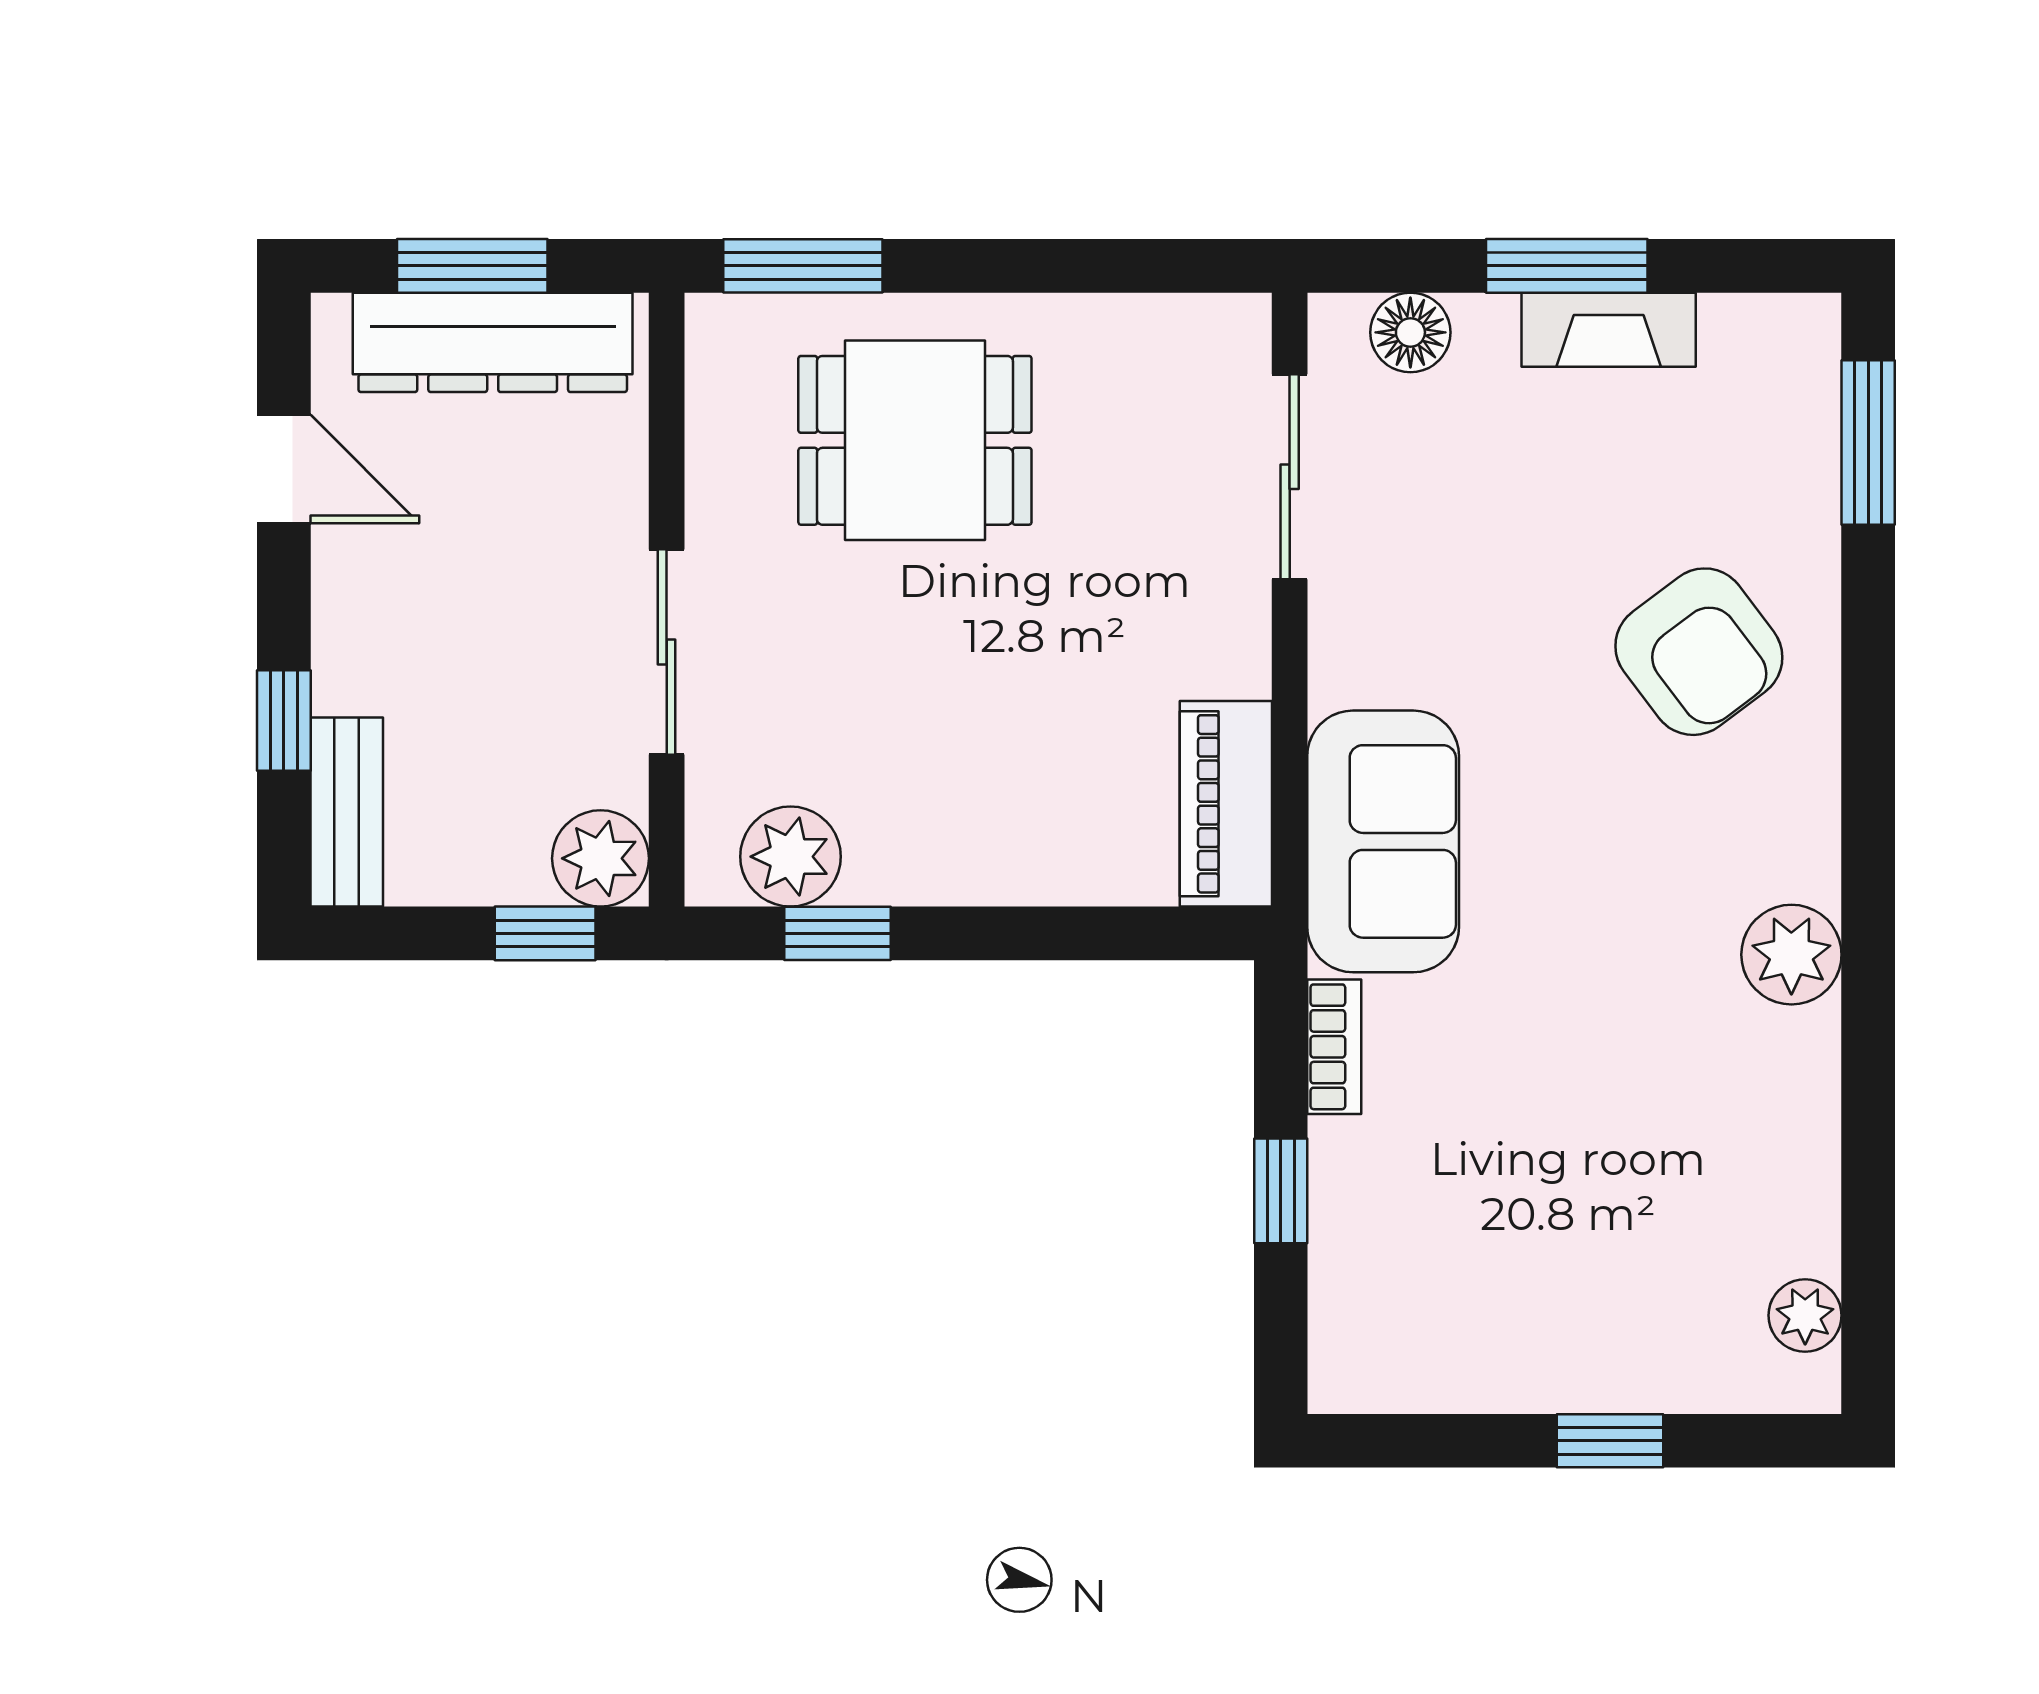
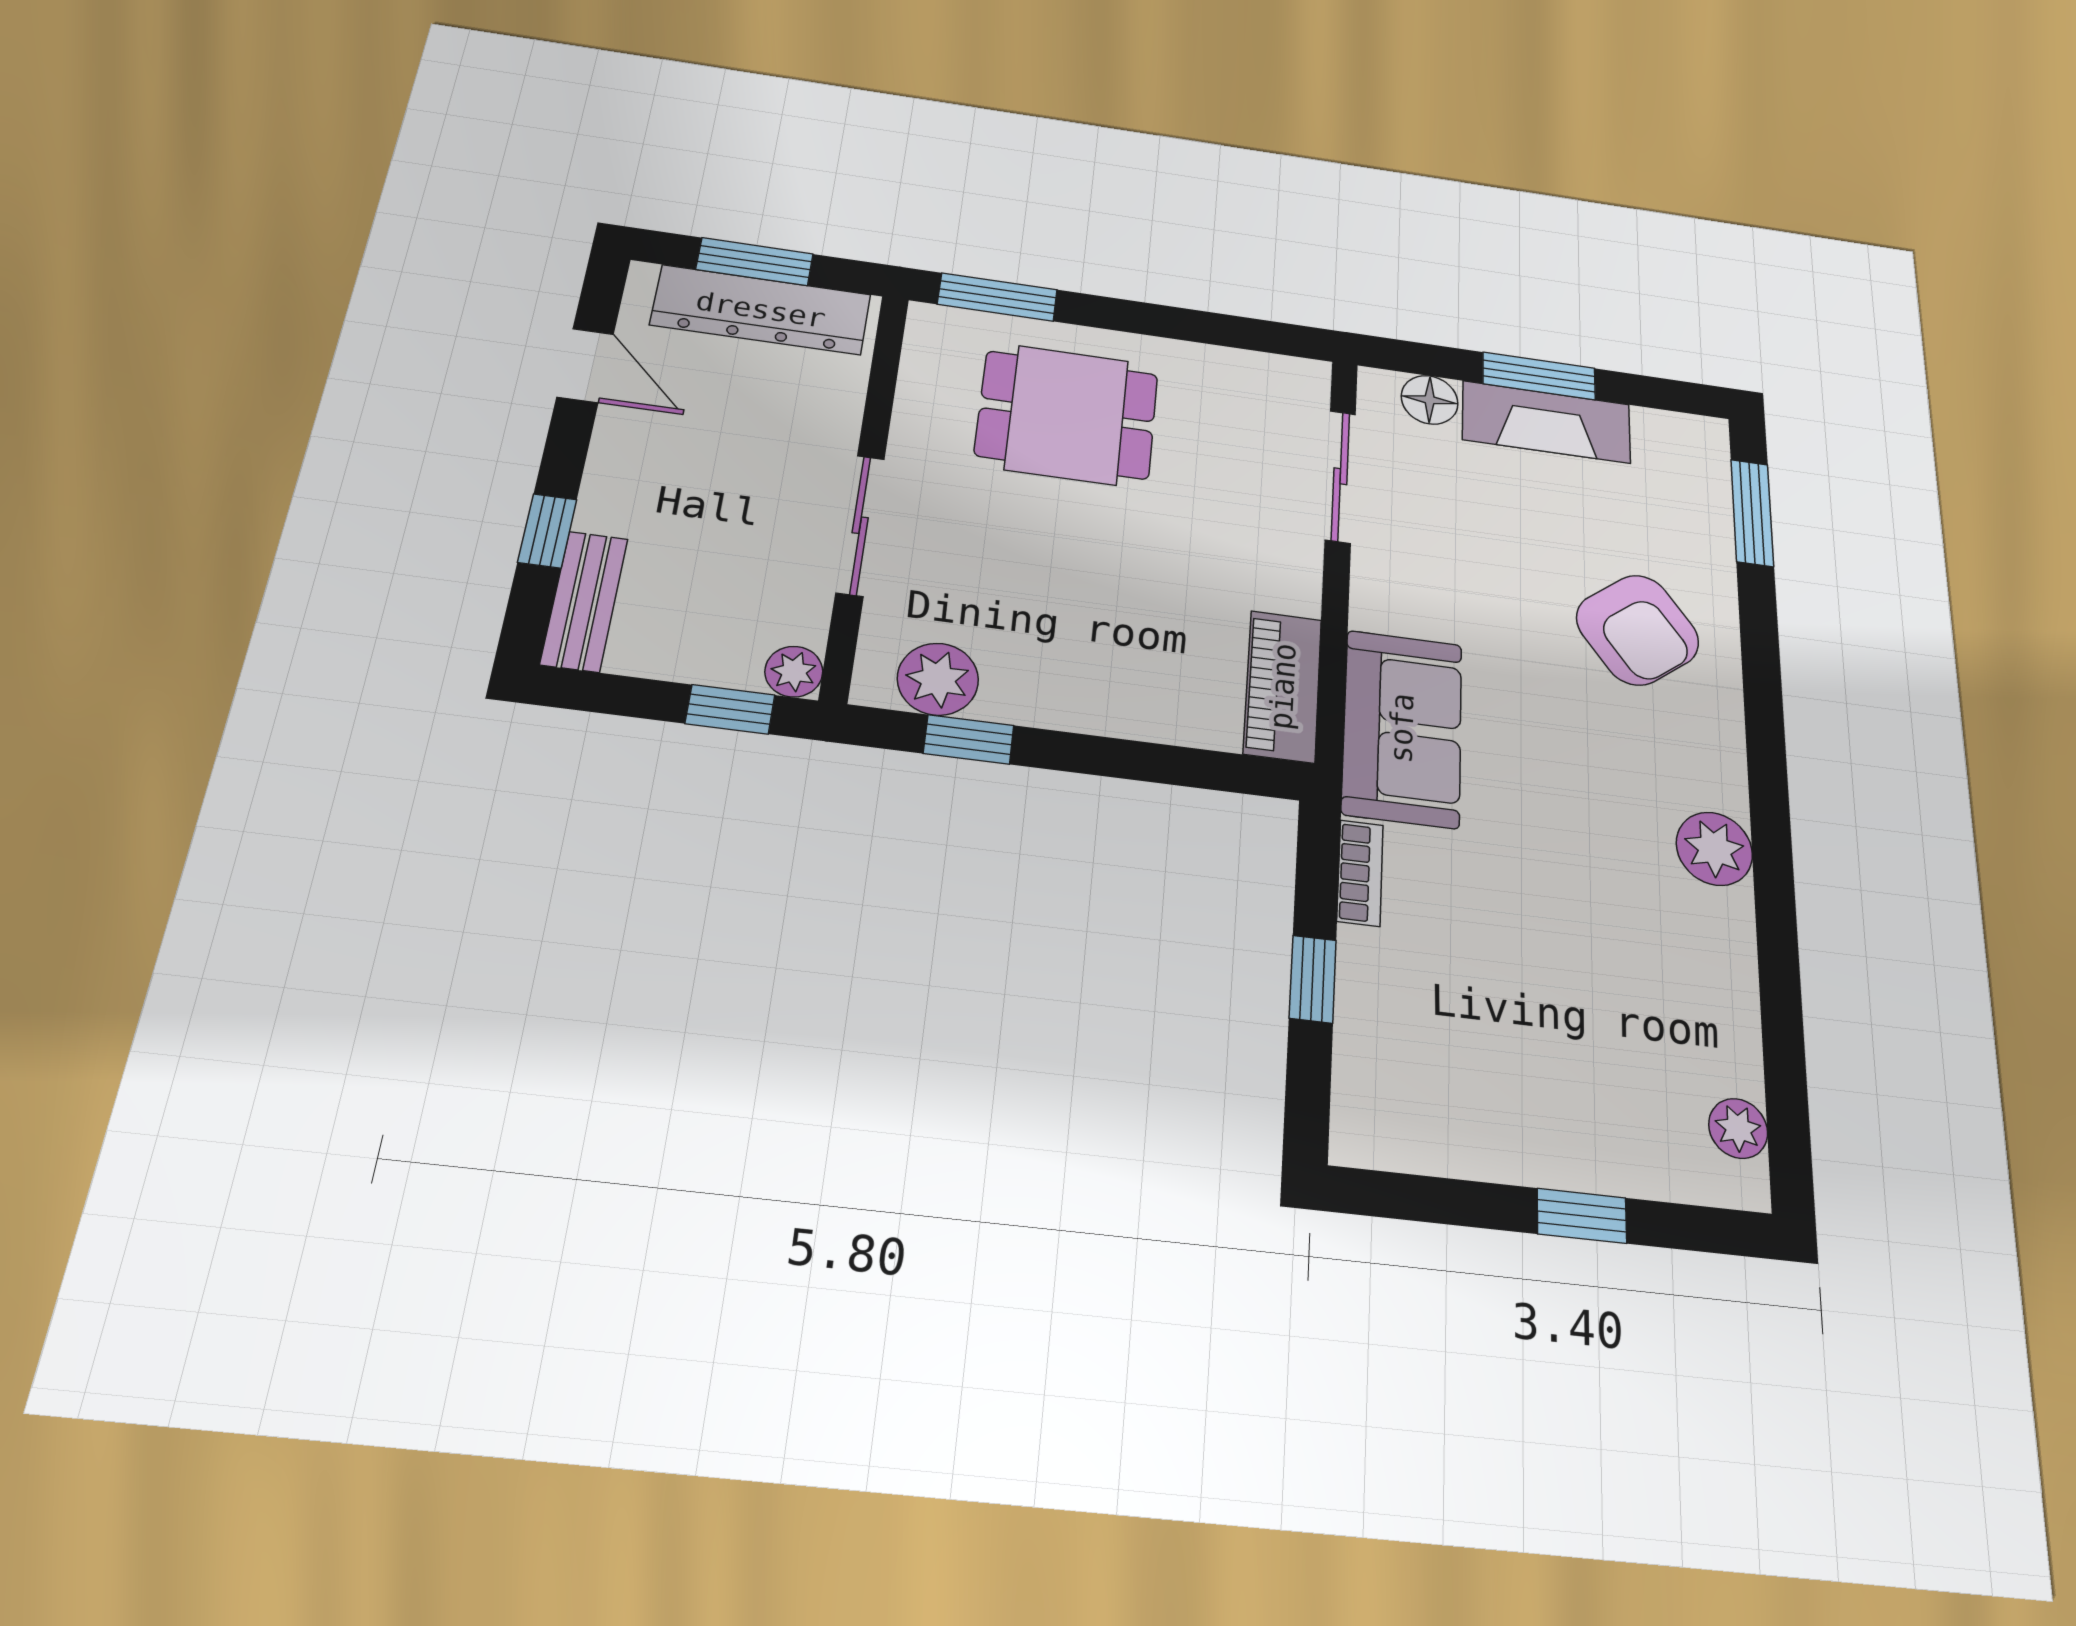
fireplace: (1609, 330) -> (1546, 422), width x1.37, depth x1.32
plant: (600, 858) -> (794, 672), width x0.73, depth x0.73

